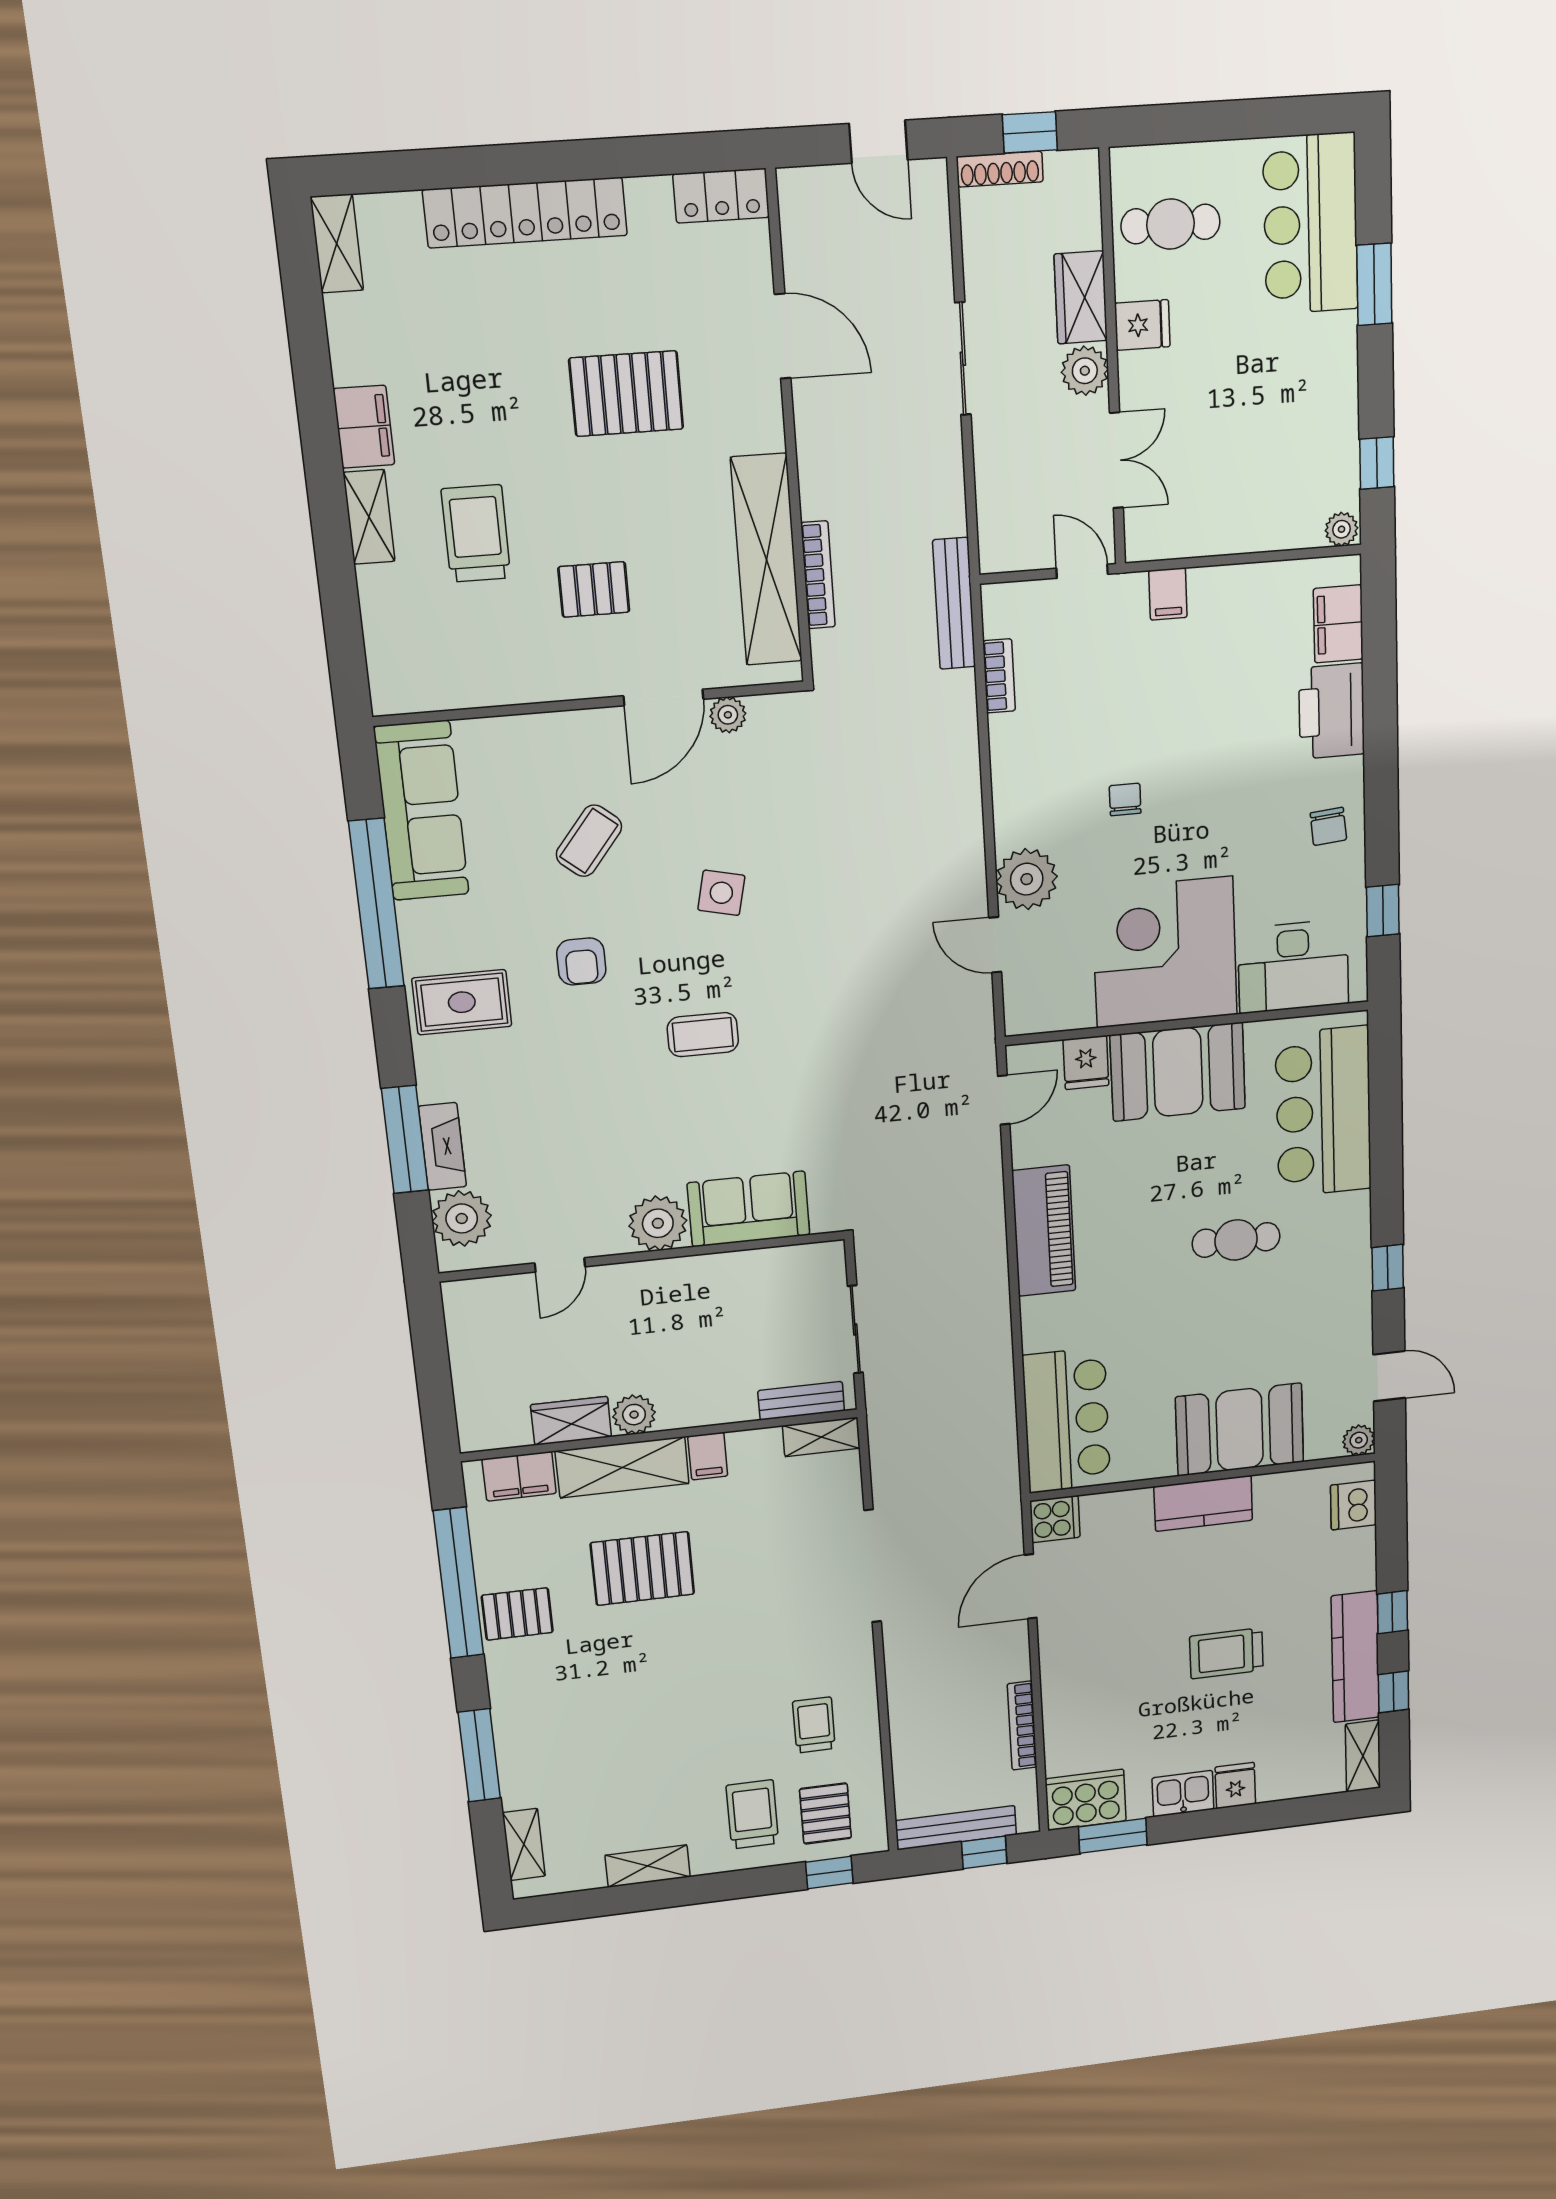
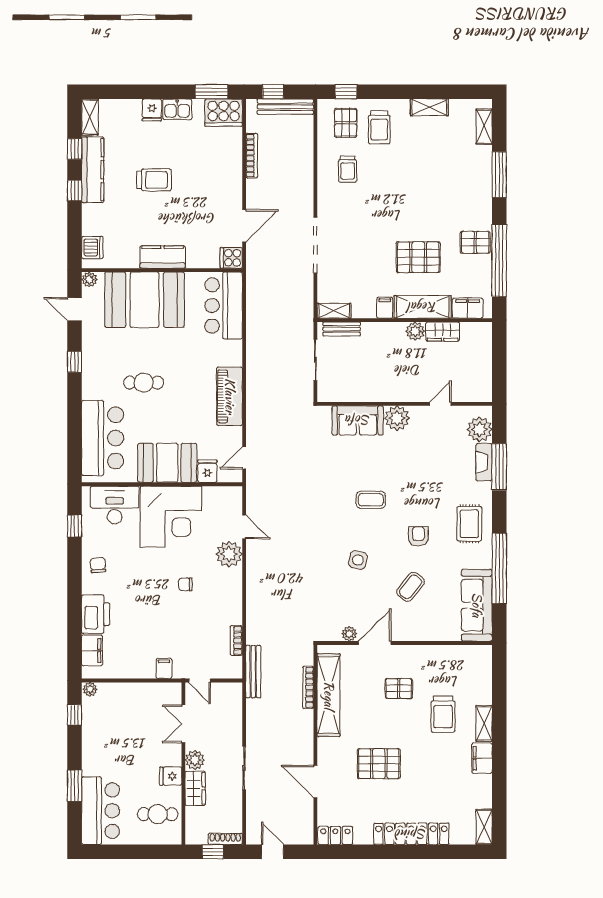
chair: (1125, 799) -> (185, 584), turned 90
rug: (462, 1002) -> (469, 524), turned 90
booth: (1240, 1429) -> (145, 300), width x1.36, depth x1.42

